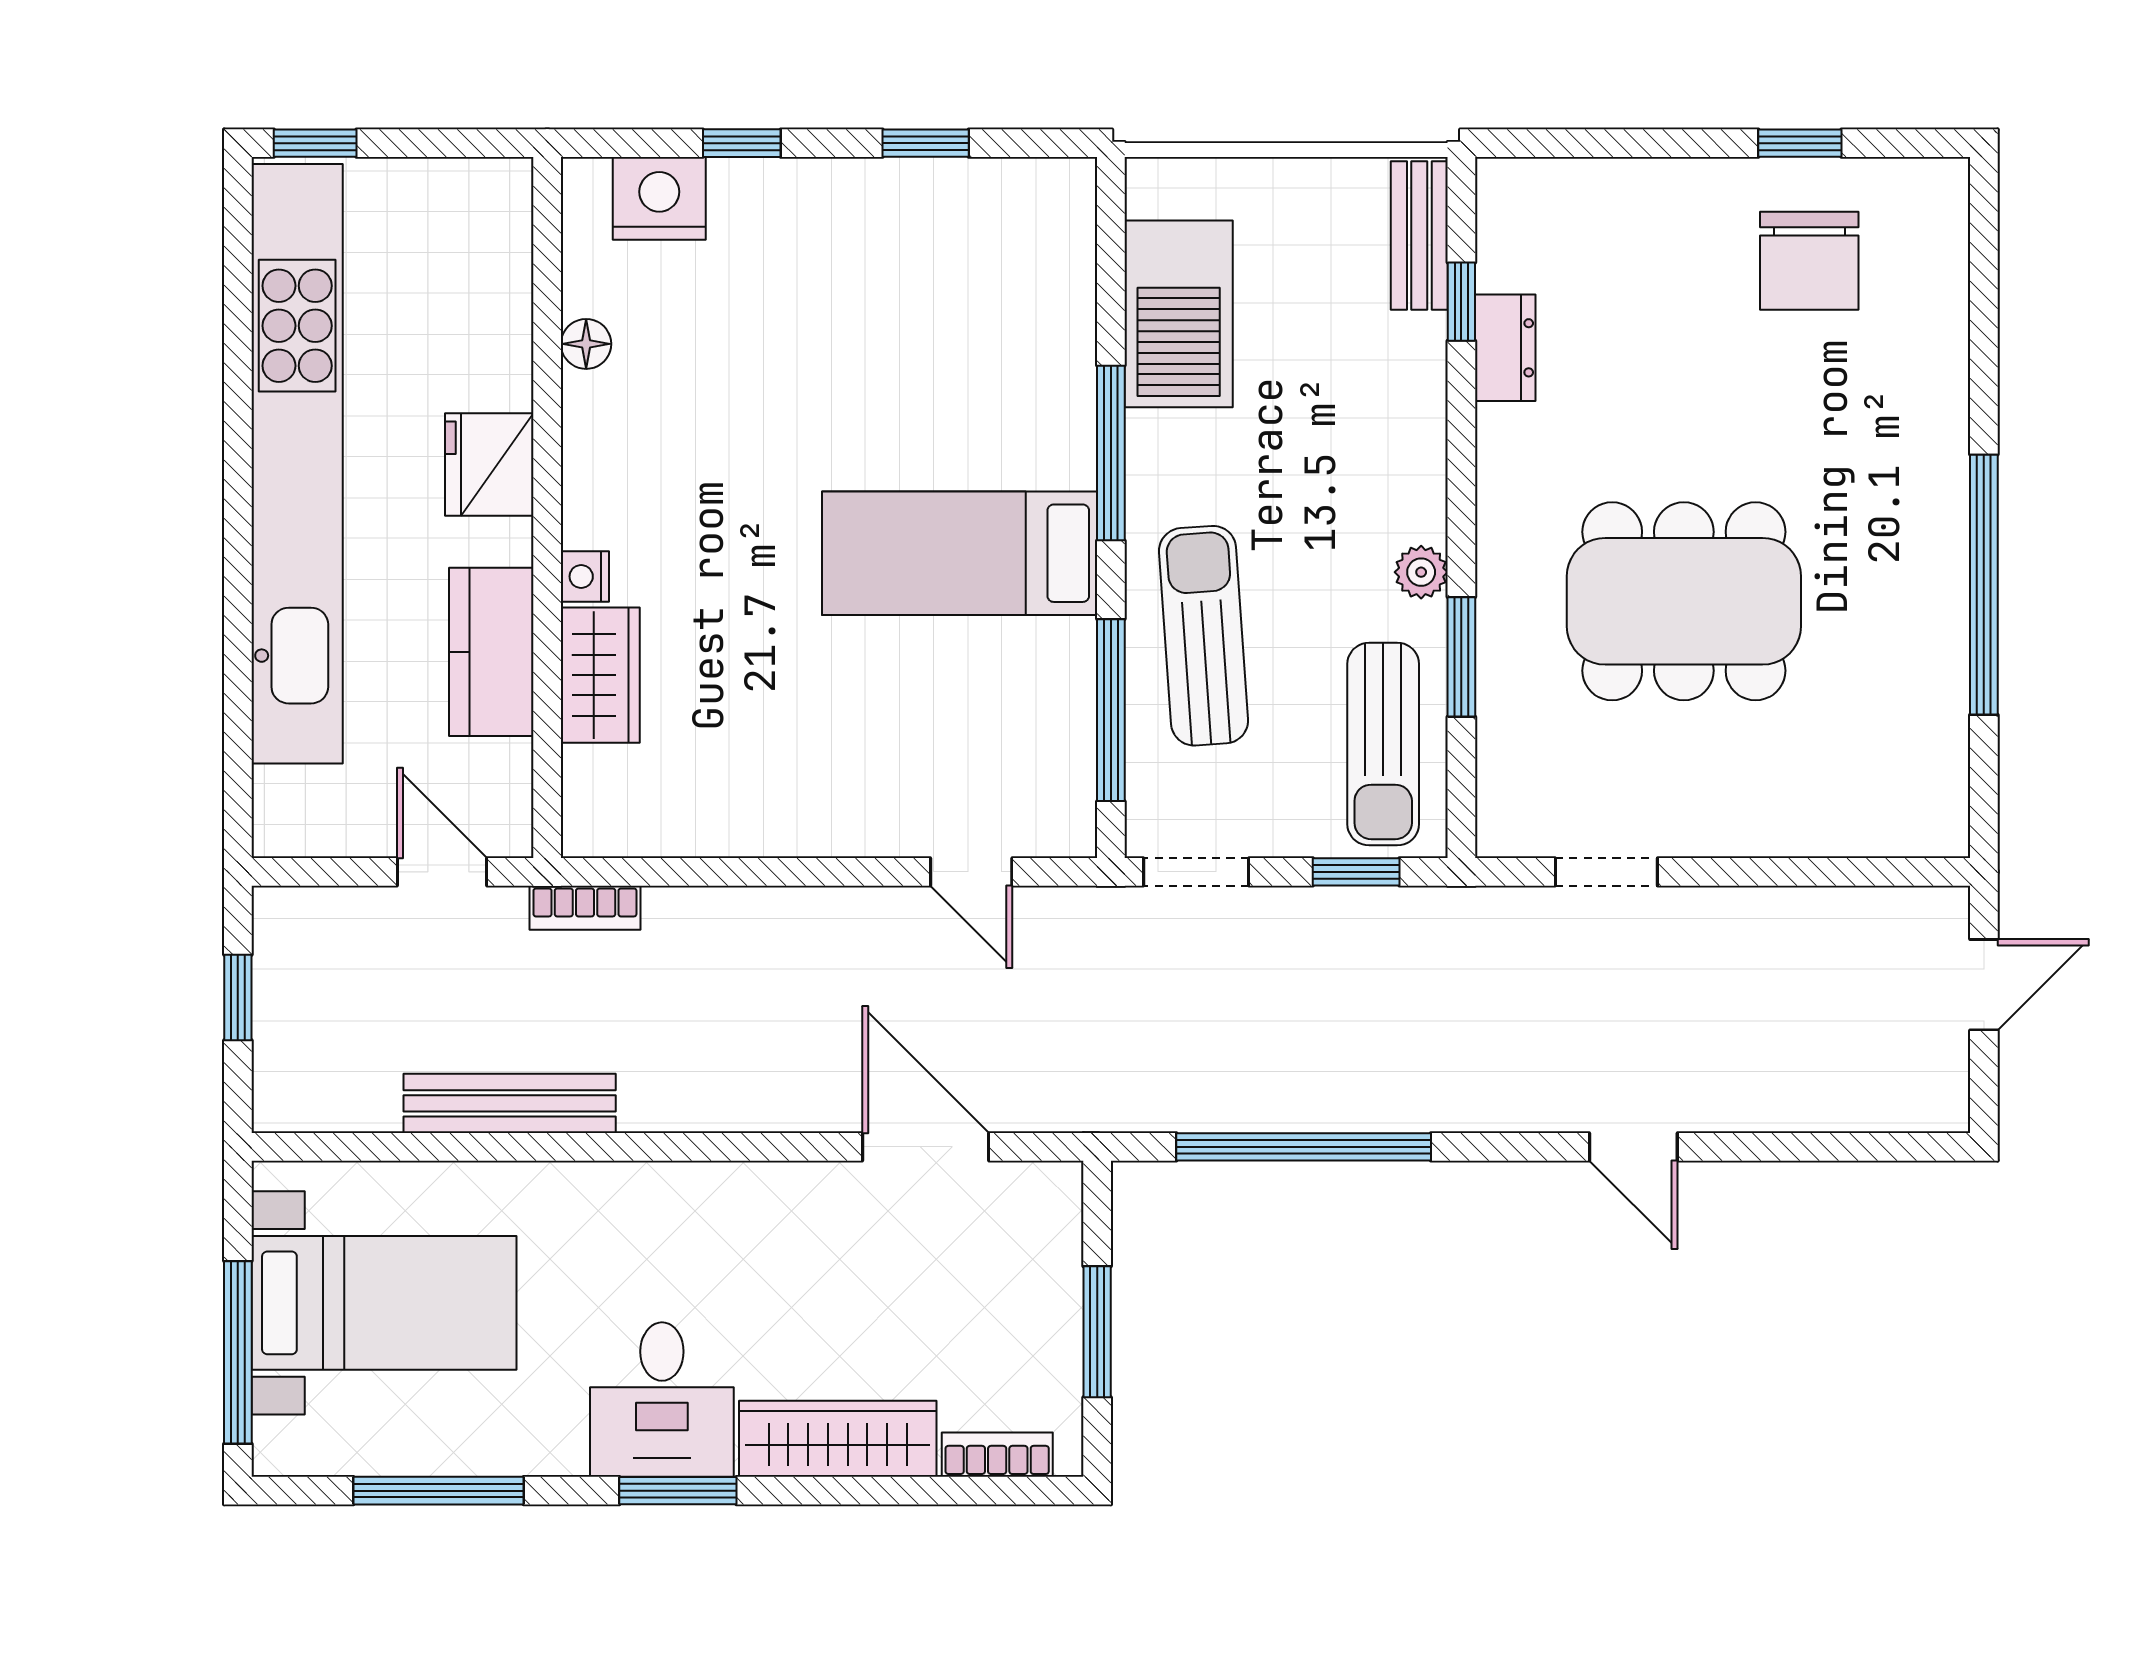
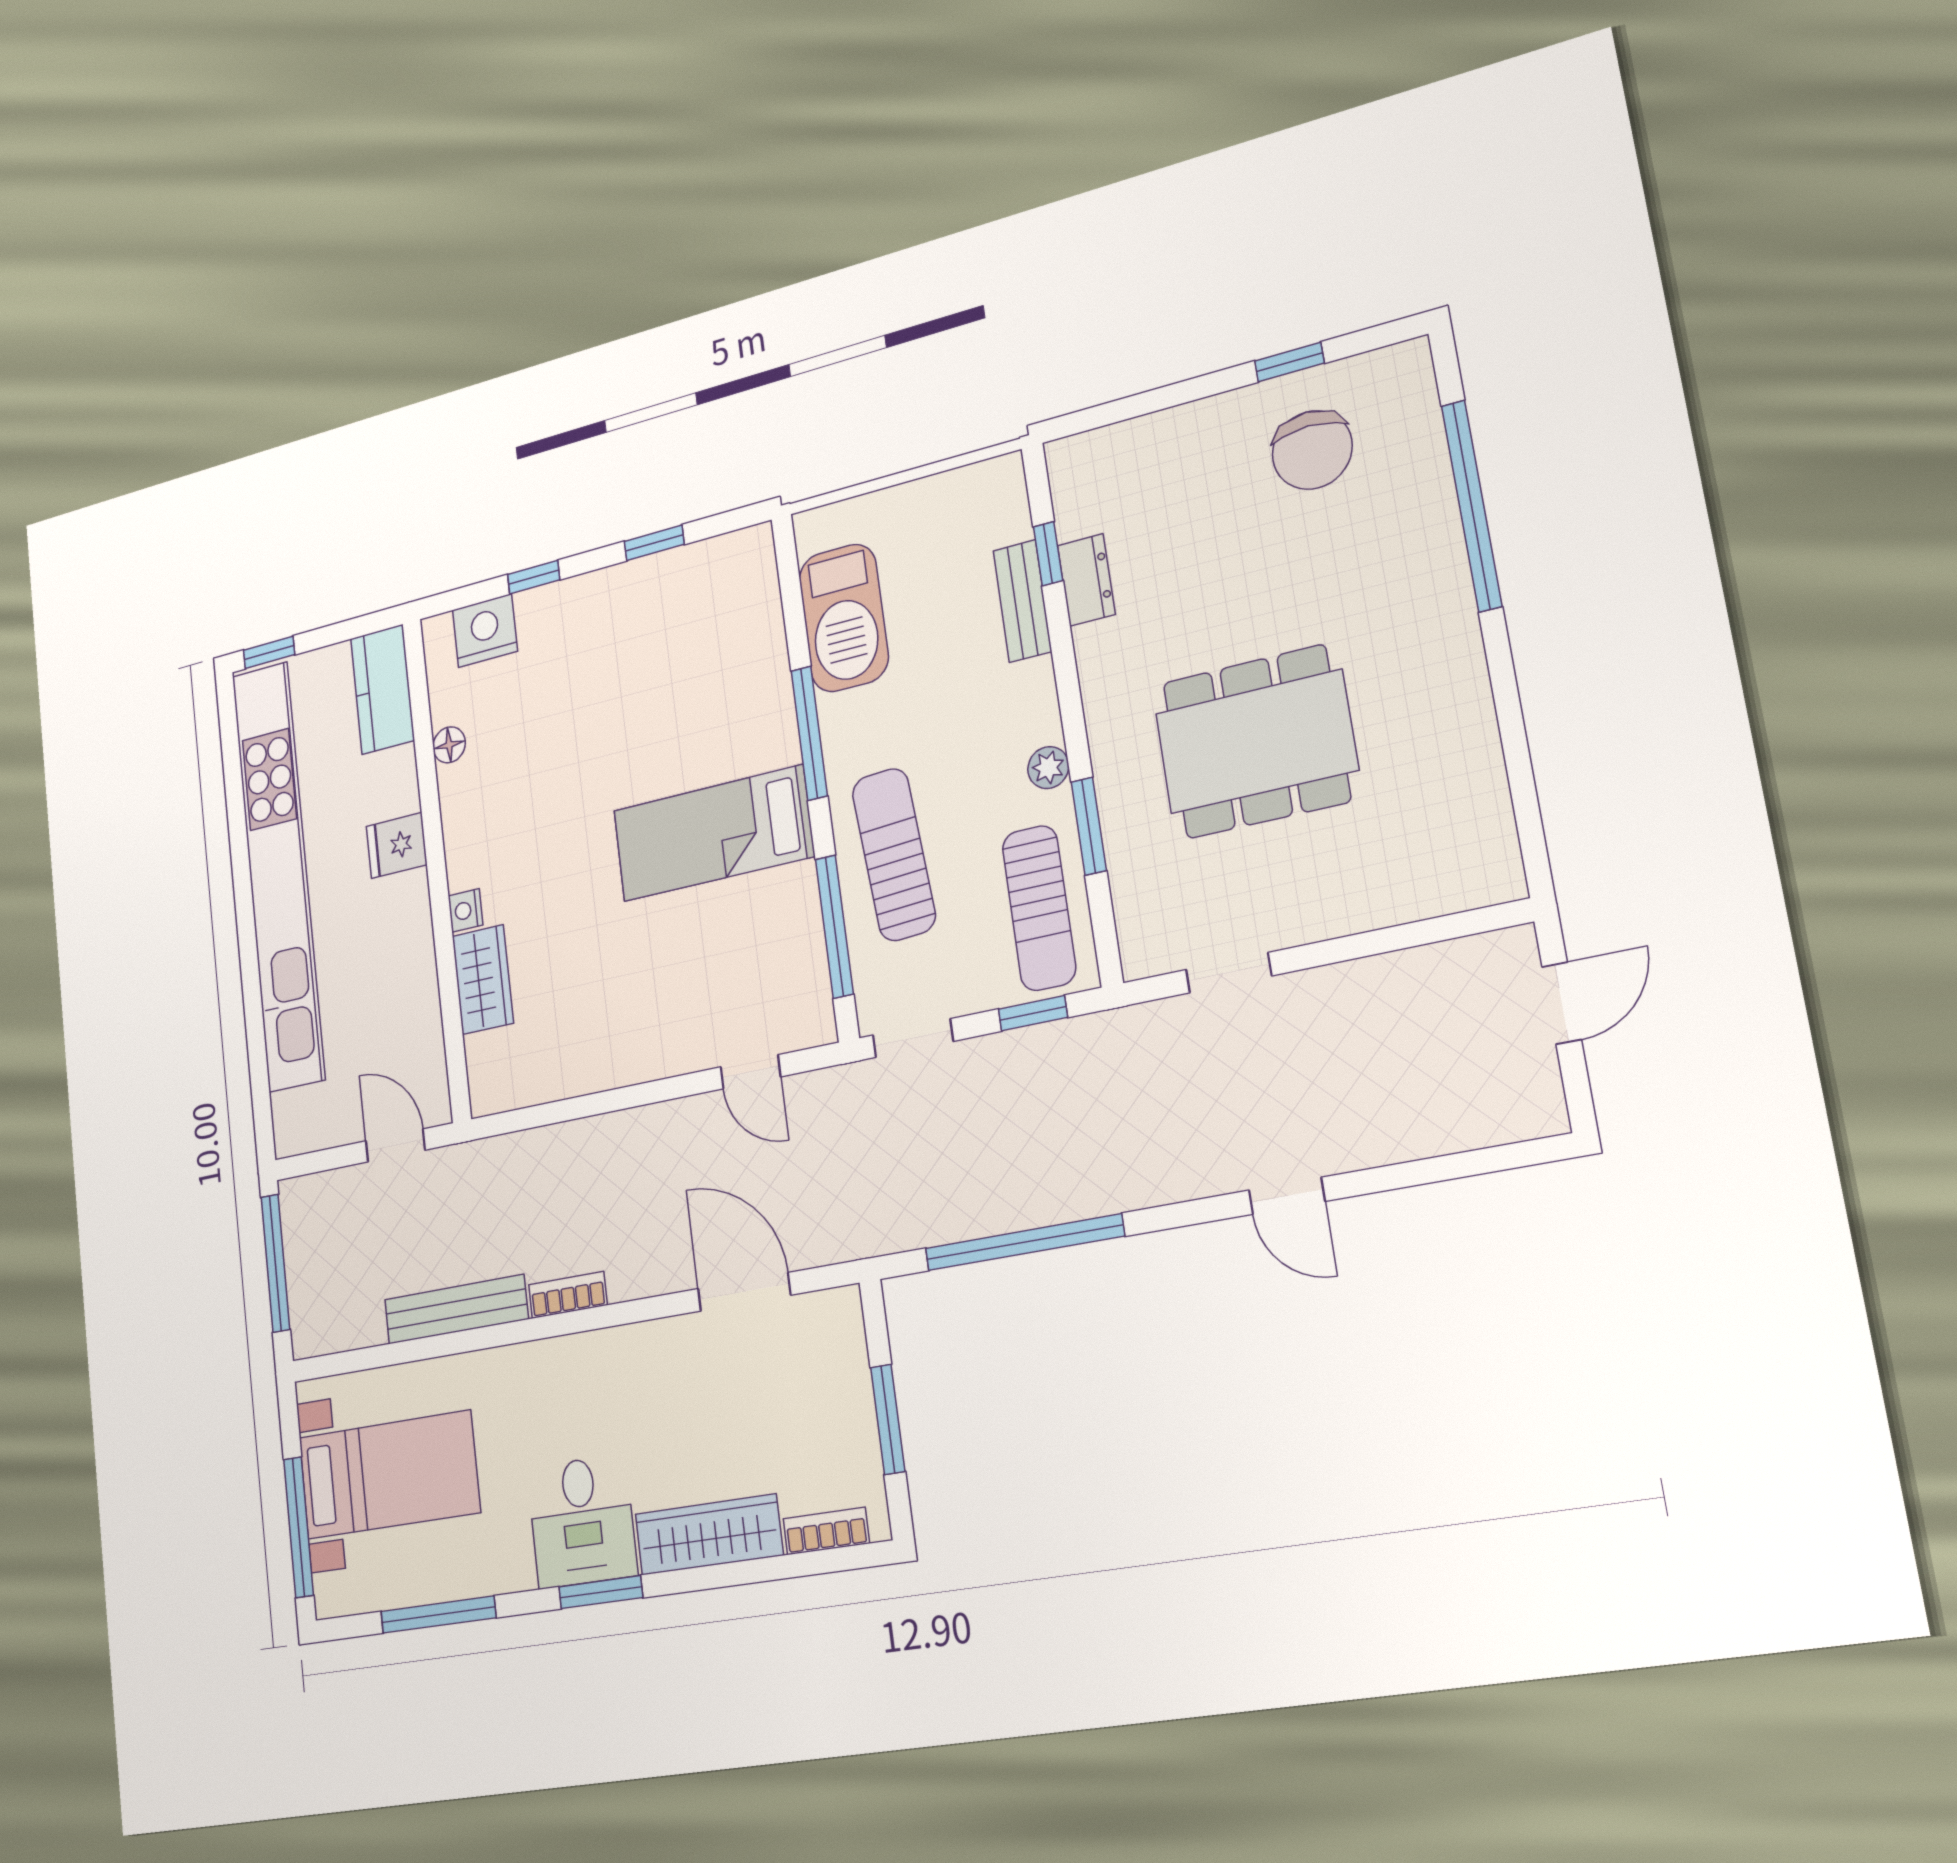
bench: (1419, 235) -> (1022, 601), moved
fridge: (489, 464) -> (397, 845), width x0.72
window: (1984, 585) -> (1472, 506), moved
kitchen counter: (491, 652) -> (383, 689), moved
bookcase: (585, 908) -> (568, 1295), moved, turned 180
window: (238, 998) -> (276, 1263), width x2.17

